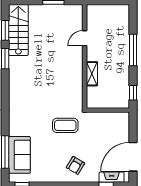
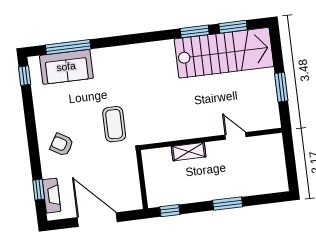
stairs: (18, 30) -> (224, 53), width x1.36, depth x1.51
window: (133, 50) -> (228, 204), width x0.69
door: (133, 157) -> (97, 220), moved

